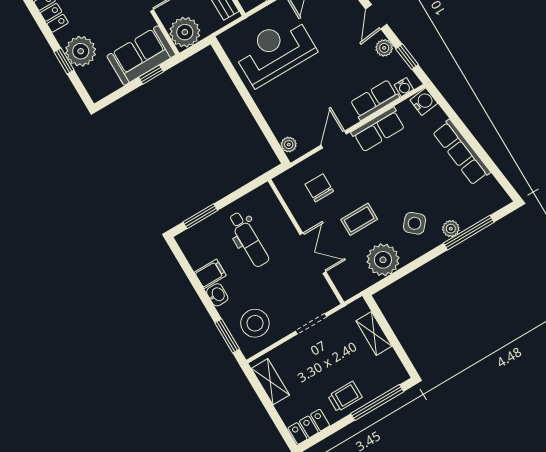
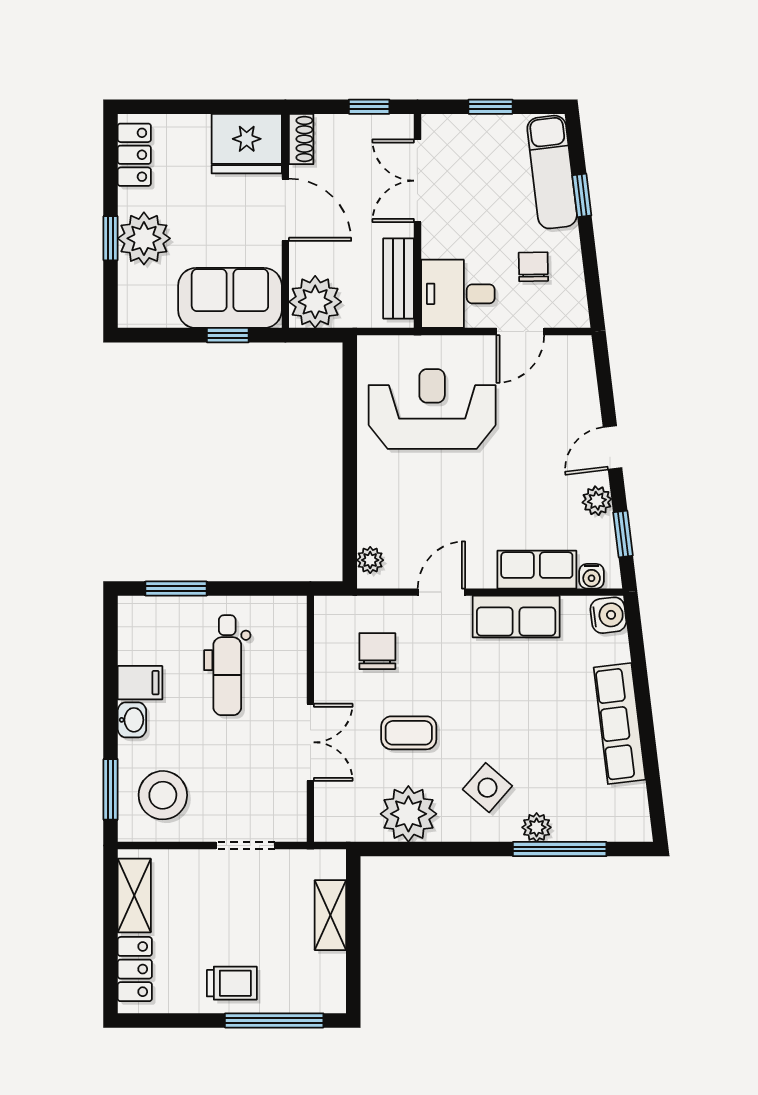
locker: (309, 427) -> (135, 969), moved, turned 90

